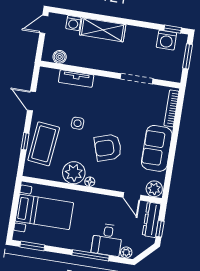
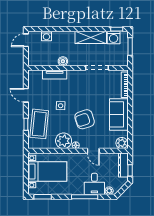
shelving: (103, 30) -> (91, 37), moved
boiler: (60, 57) -> (63, 61), moved
door: (132, 196) -> (93, 151), moved

